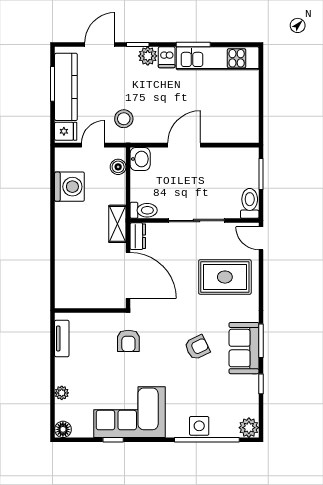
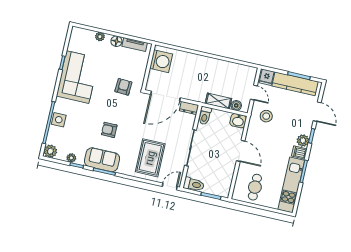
cafe table: (233, 112) -> (255, 187), added
washing machine: (69, 187) -> (161, 61), moved, turned -90
shelving: (117, 224) -> (218, 101), moved
armchair: (128, 341) -> (123, 87), turned 93
armchair: (197, 347) -> (109, 130), turned 116
plant: (252, 394) -> (71, 158), added
floor lamp: (63, 429) -> (116, 41), moved

